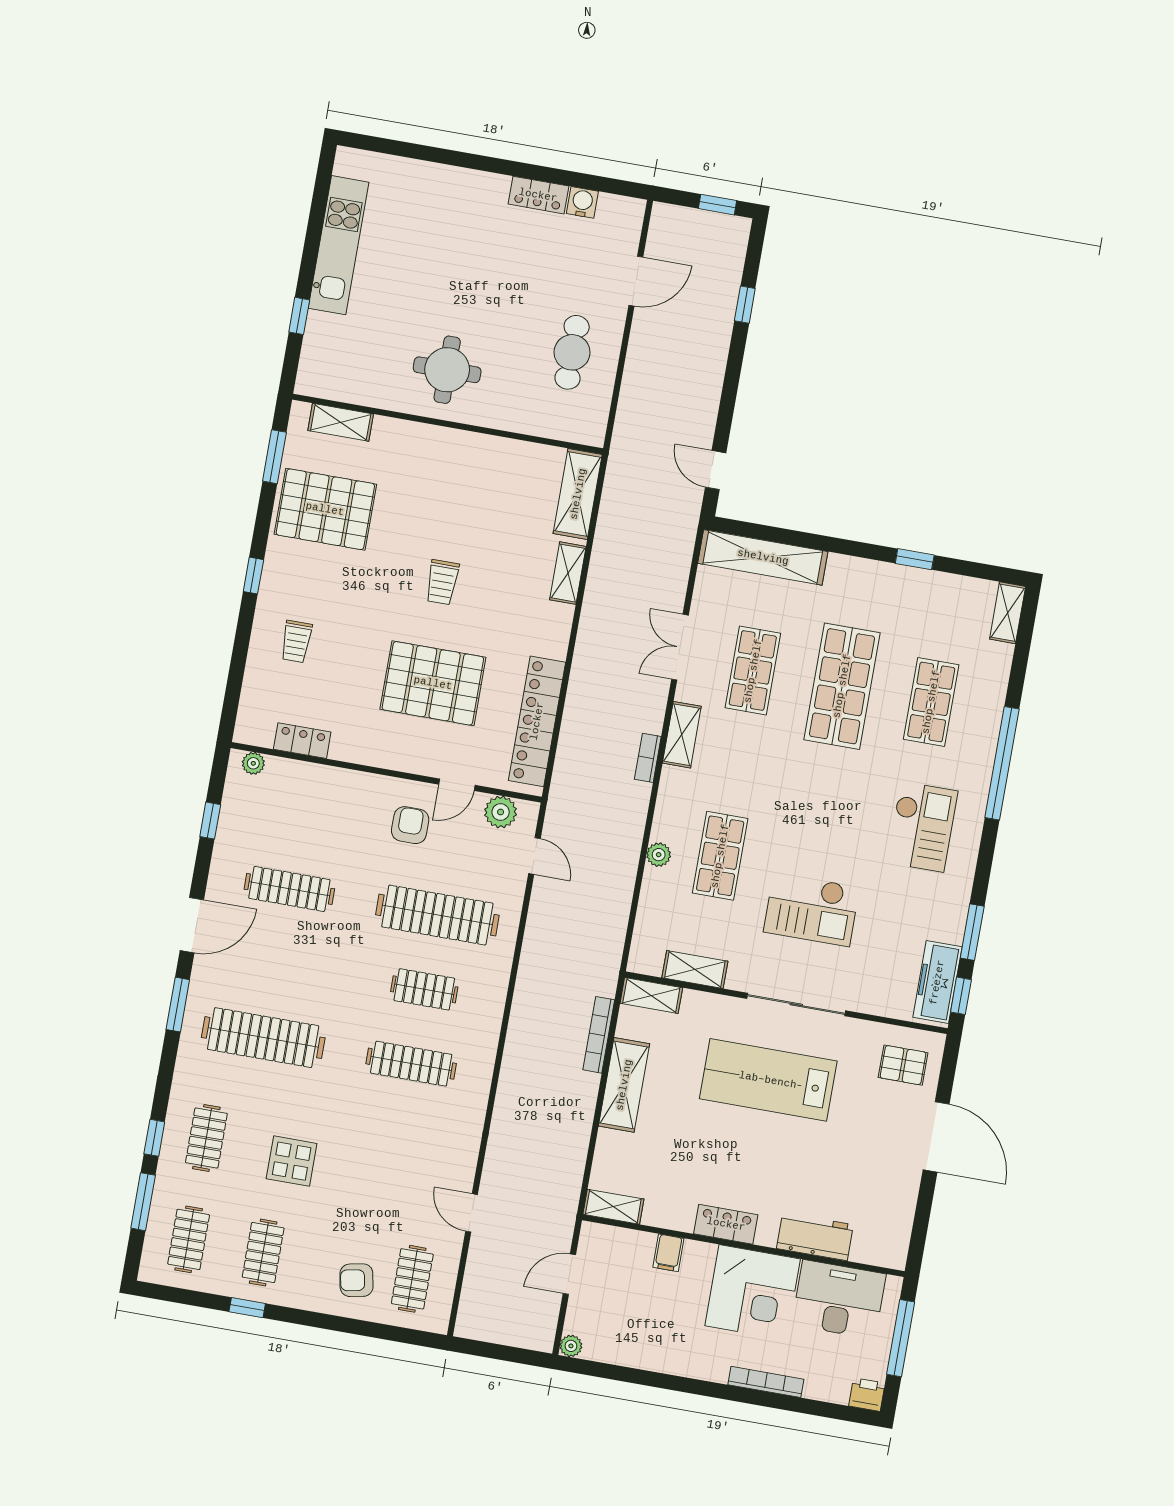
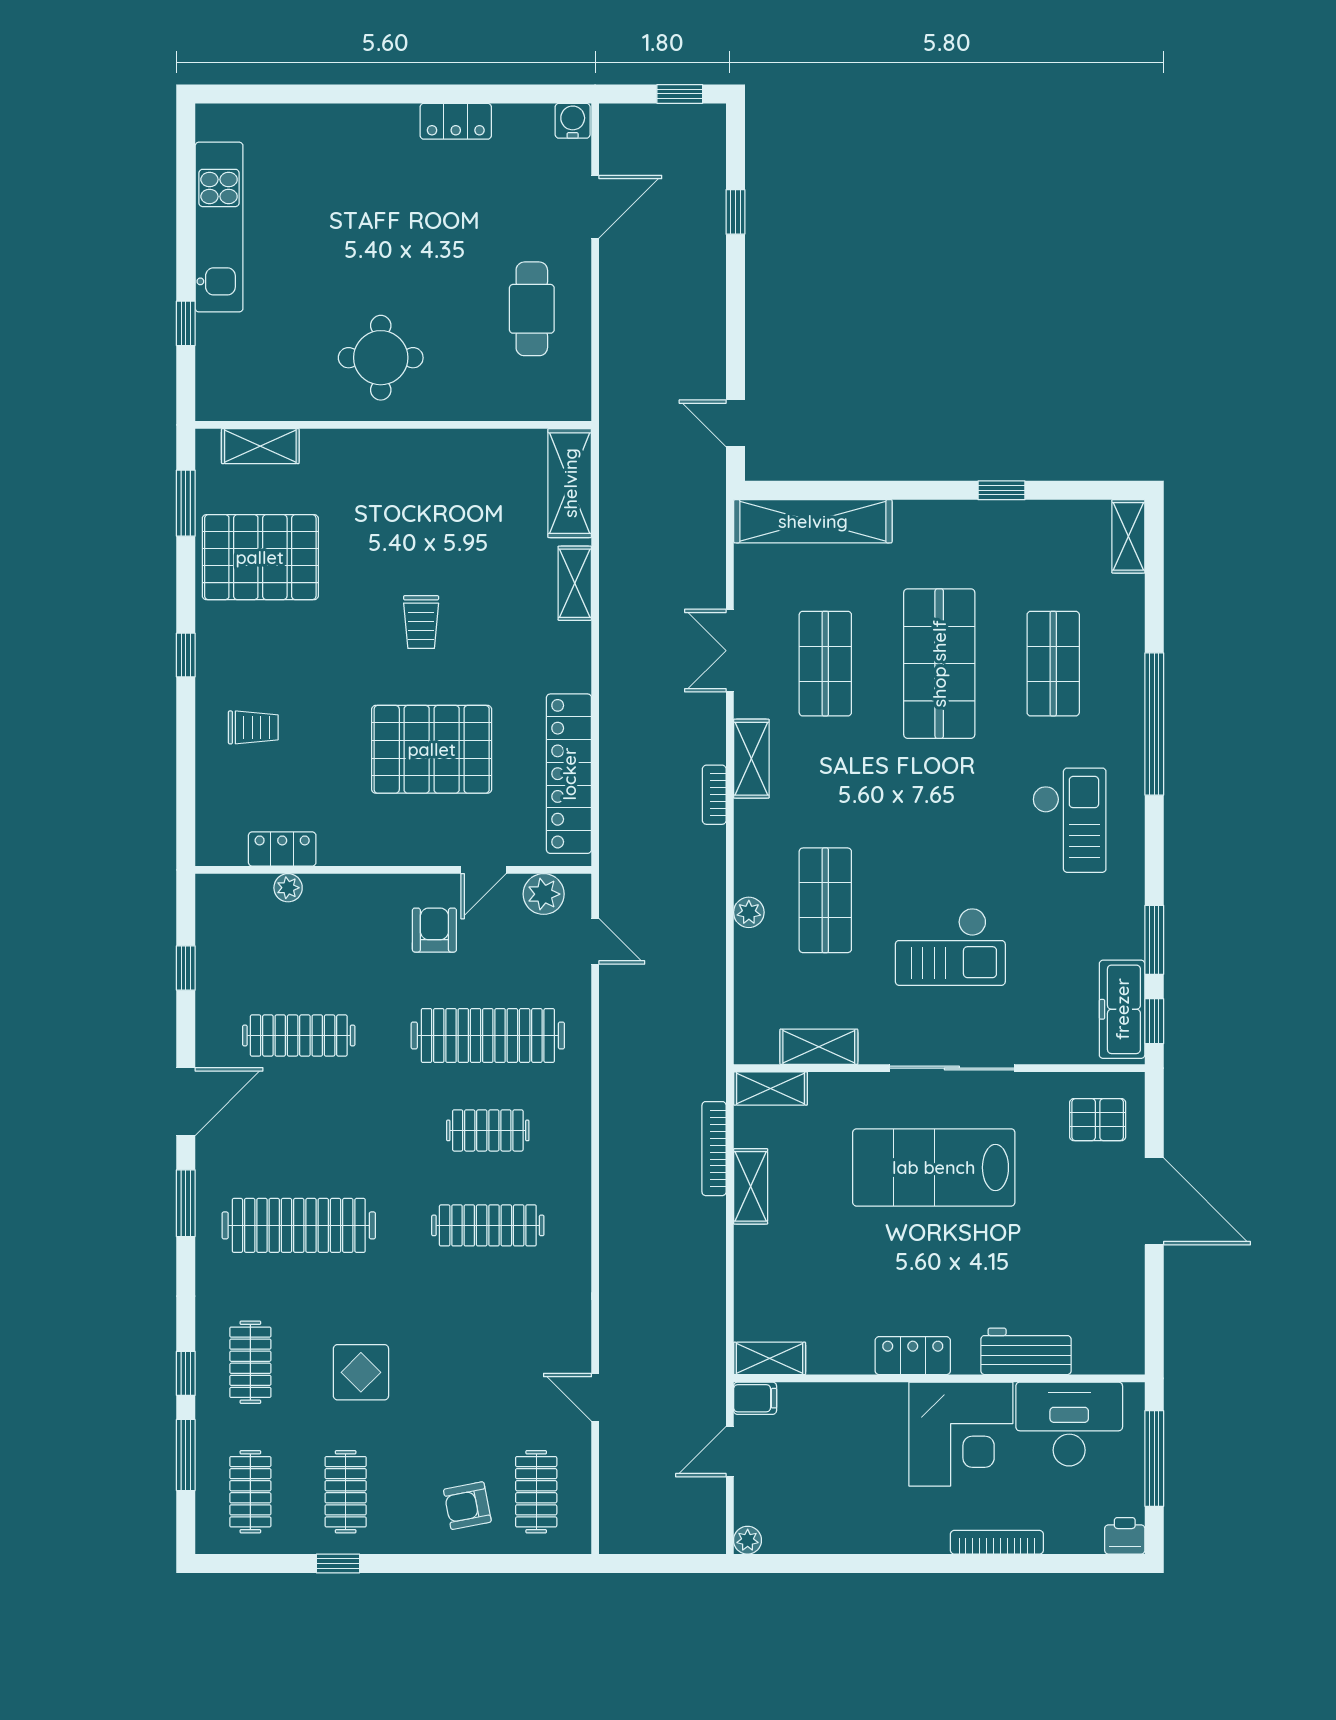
water cooler: (582, 202) -> (573, 121), moved
trolley: (296, 642) -> (253, 727), turned -90
plant: (253, 763) -> (288, 888), moved
shelving: (624, 1085) -> (751, 1186), width x0.67, depth x0.75
filing cabinet: (668, 1253) -> (755, 1398), moved, turned -90

